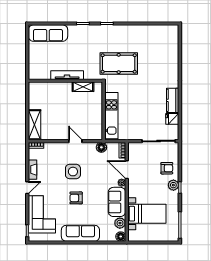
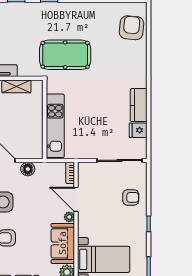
armchair: (167, 44) -> (132, 28), added
floor lamp: (101, 147) -> (28, 169), moved
plant: (173, 185) -> (140, 220), removed

